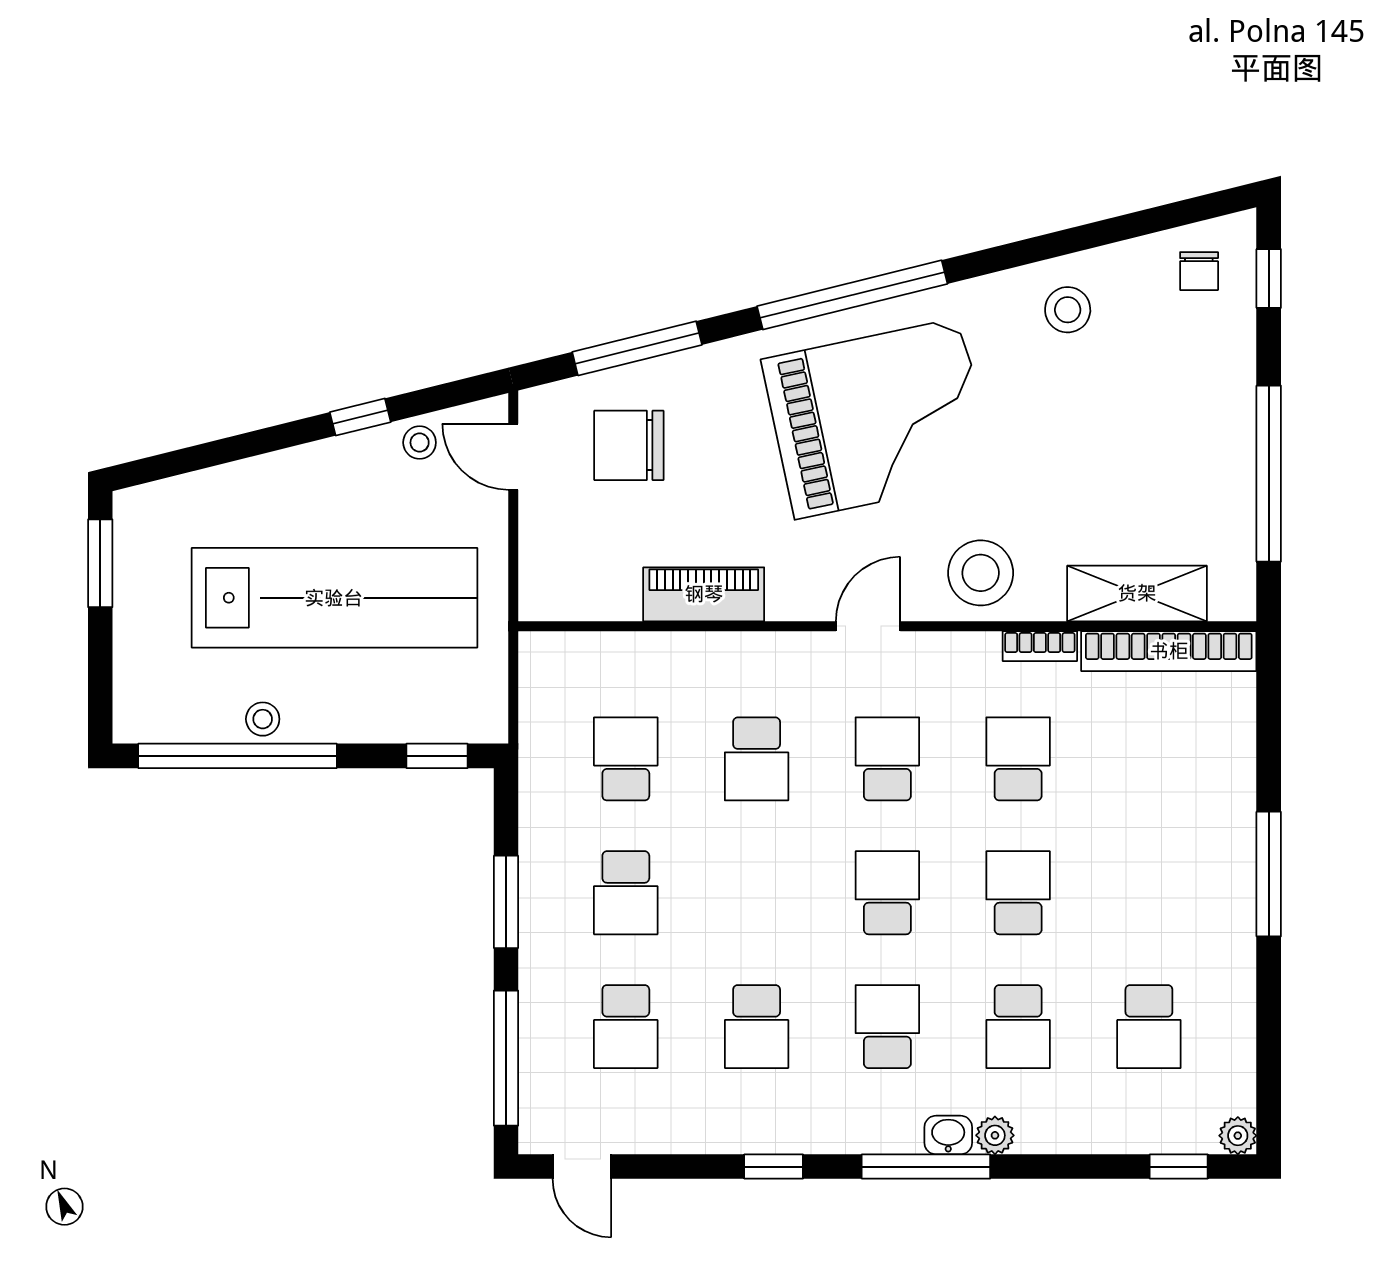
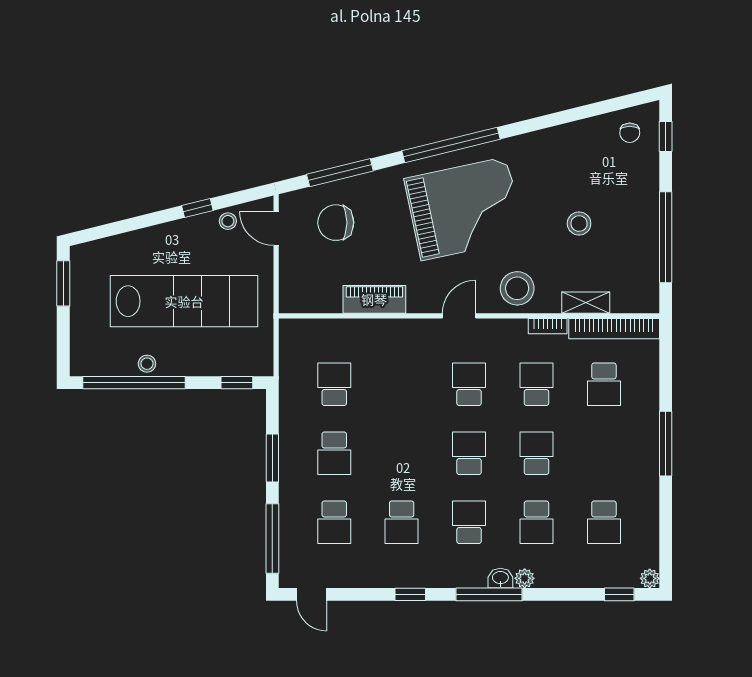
stool: (1068, 310) -> (579, 224), moved
shelving: (1137, 593) -> (586, 303), width x0.67, depth x0.75
school desk: (757, 759) -> (604, 384), moved

